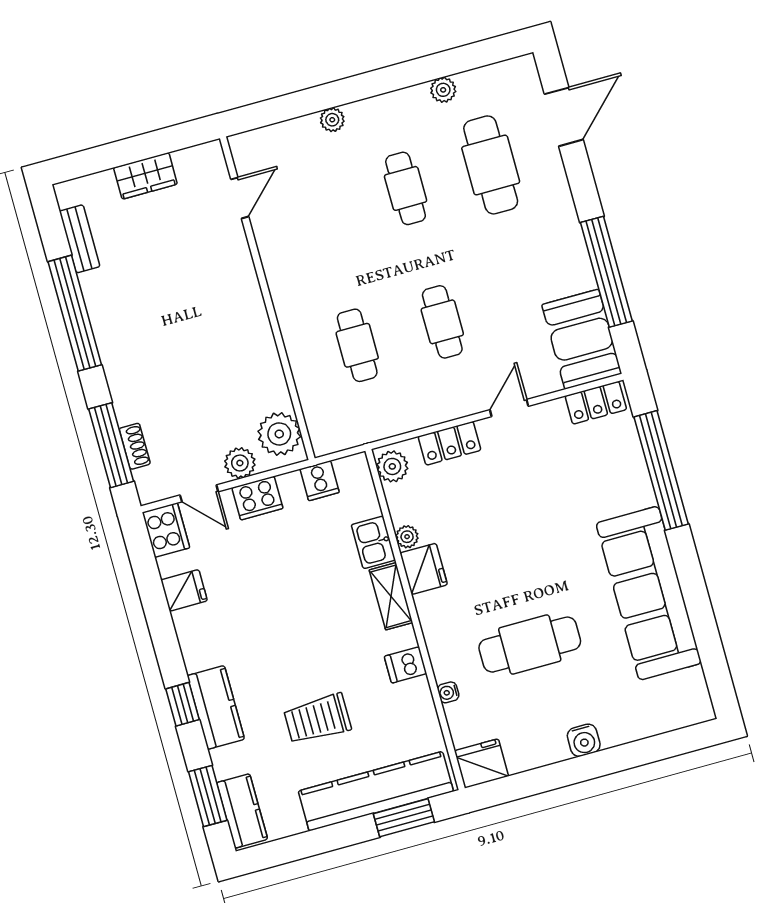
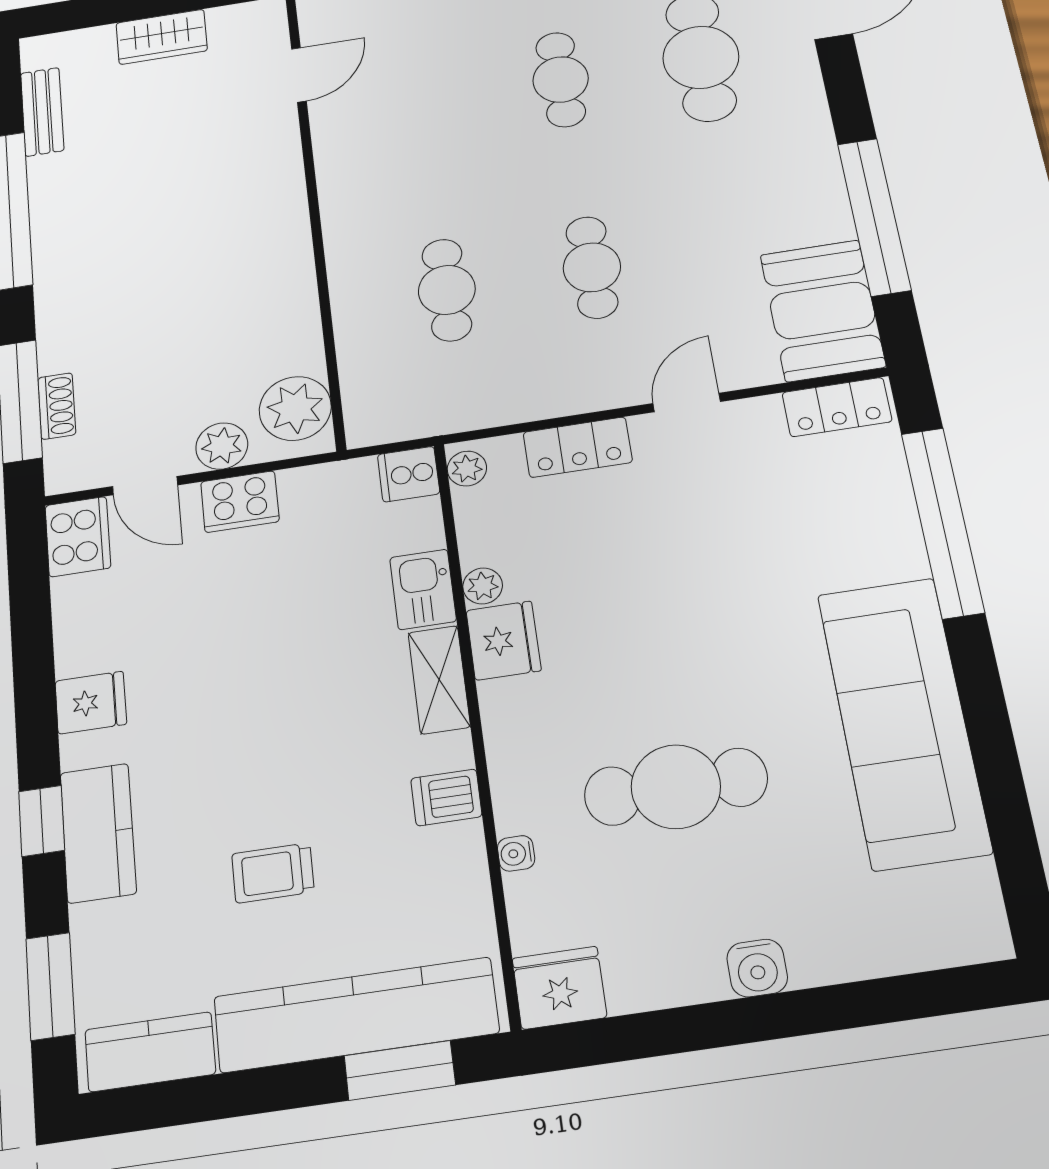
plant: (392, 466) -> (467, 469), width x0.73, depth x0.73
cooker: (320, 481) -> (409, 474), moved, turned 90
fridge: (184, 590) -> (91, 703), moved
trolley: (317, 719) -> (273, 873), width x0.73, depth x0.72
kitchen counter: (242, 811) -> (150, 1052), moved, turned -90

